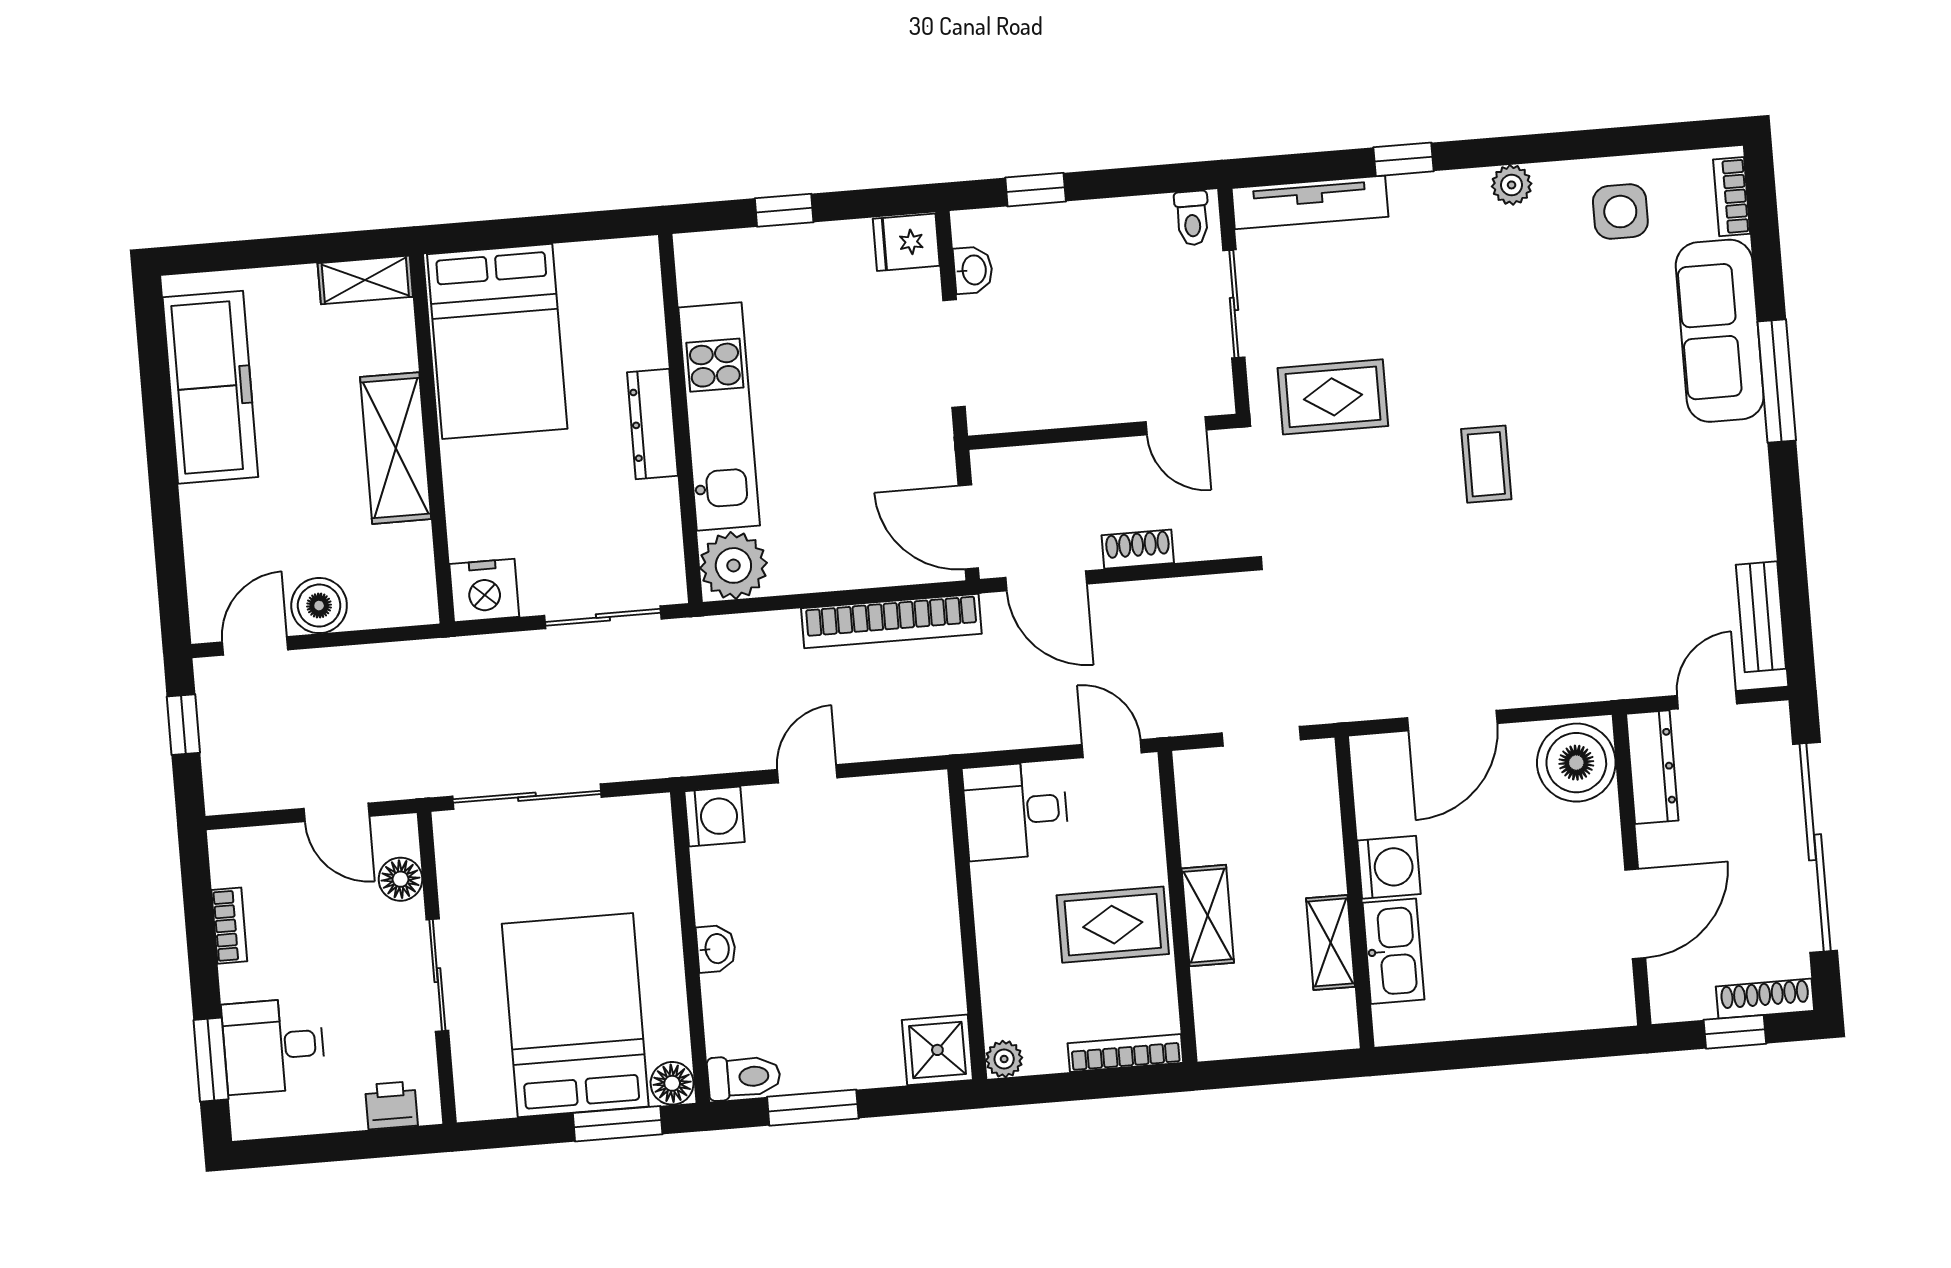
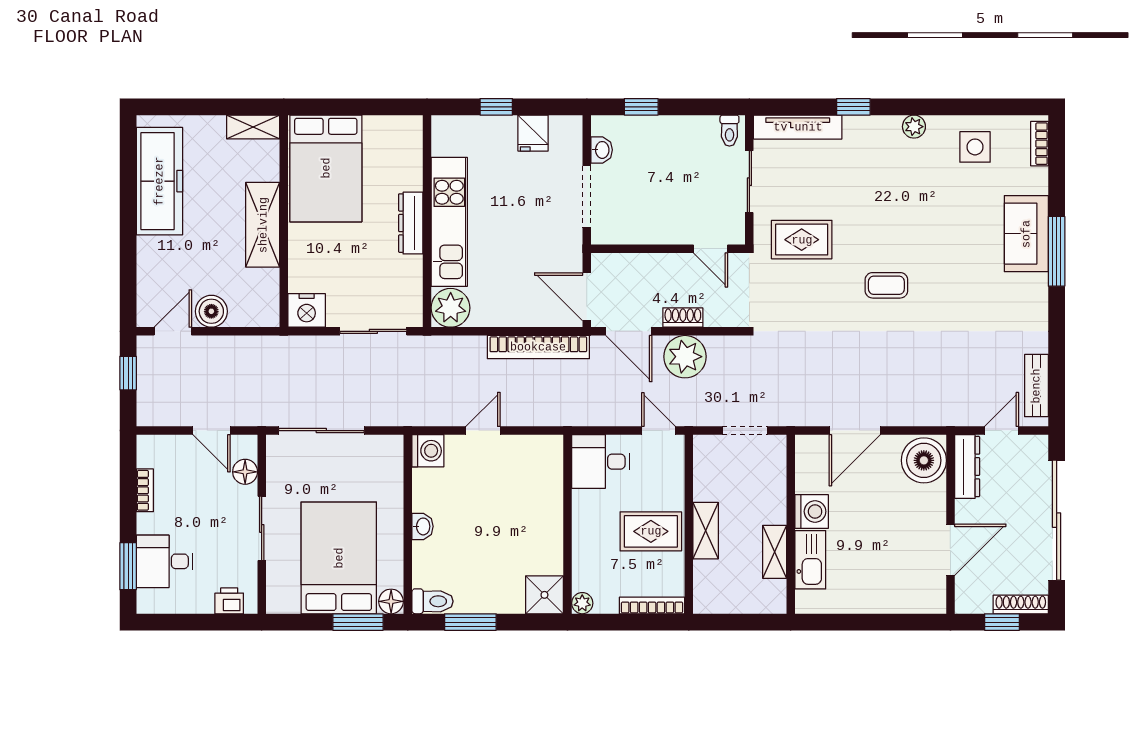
fridge: (906, 242) -> (533, 133), moved, turned -90
sofa: (1720, 331) -> (1026, 234), width x0.73
coffee table: (1486, 464) -> (886, 285), turned 90
plant: (1147, 617) -> (685, 357), added

